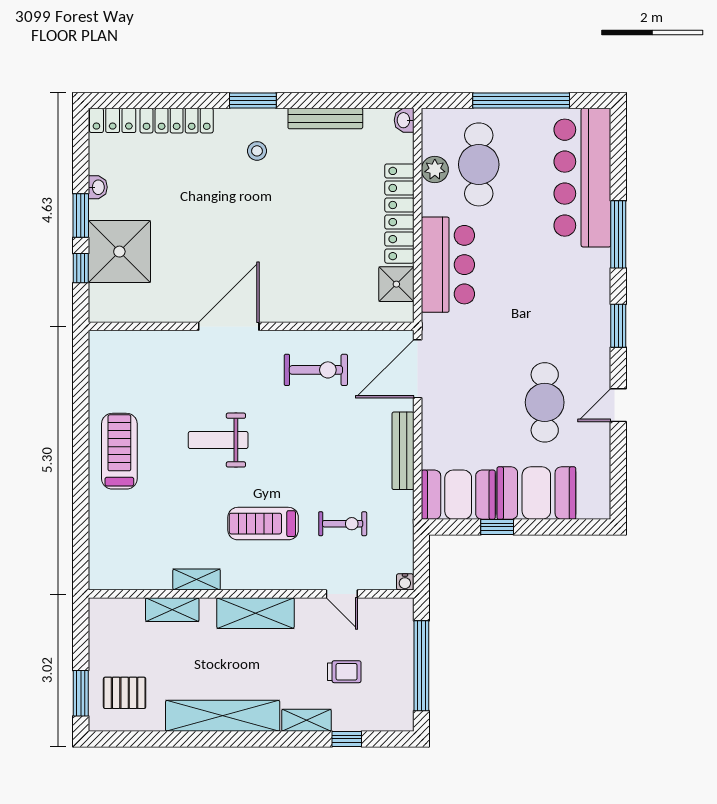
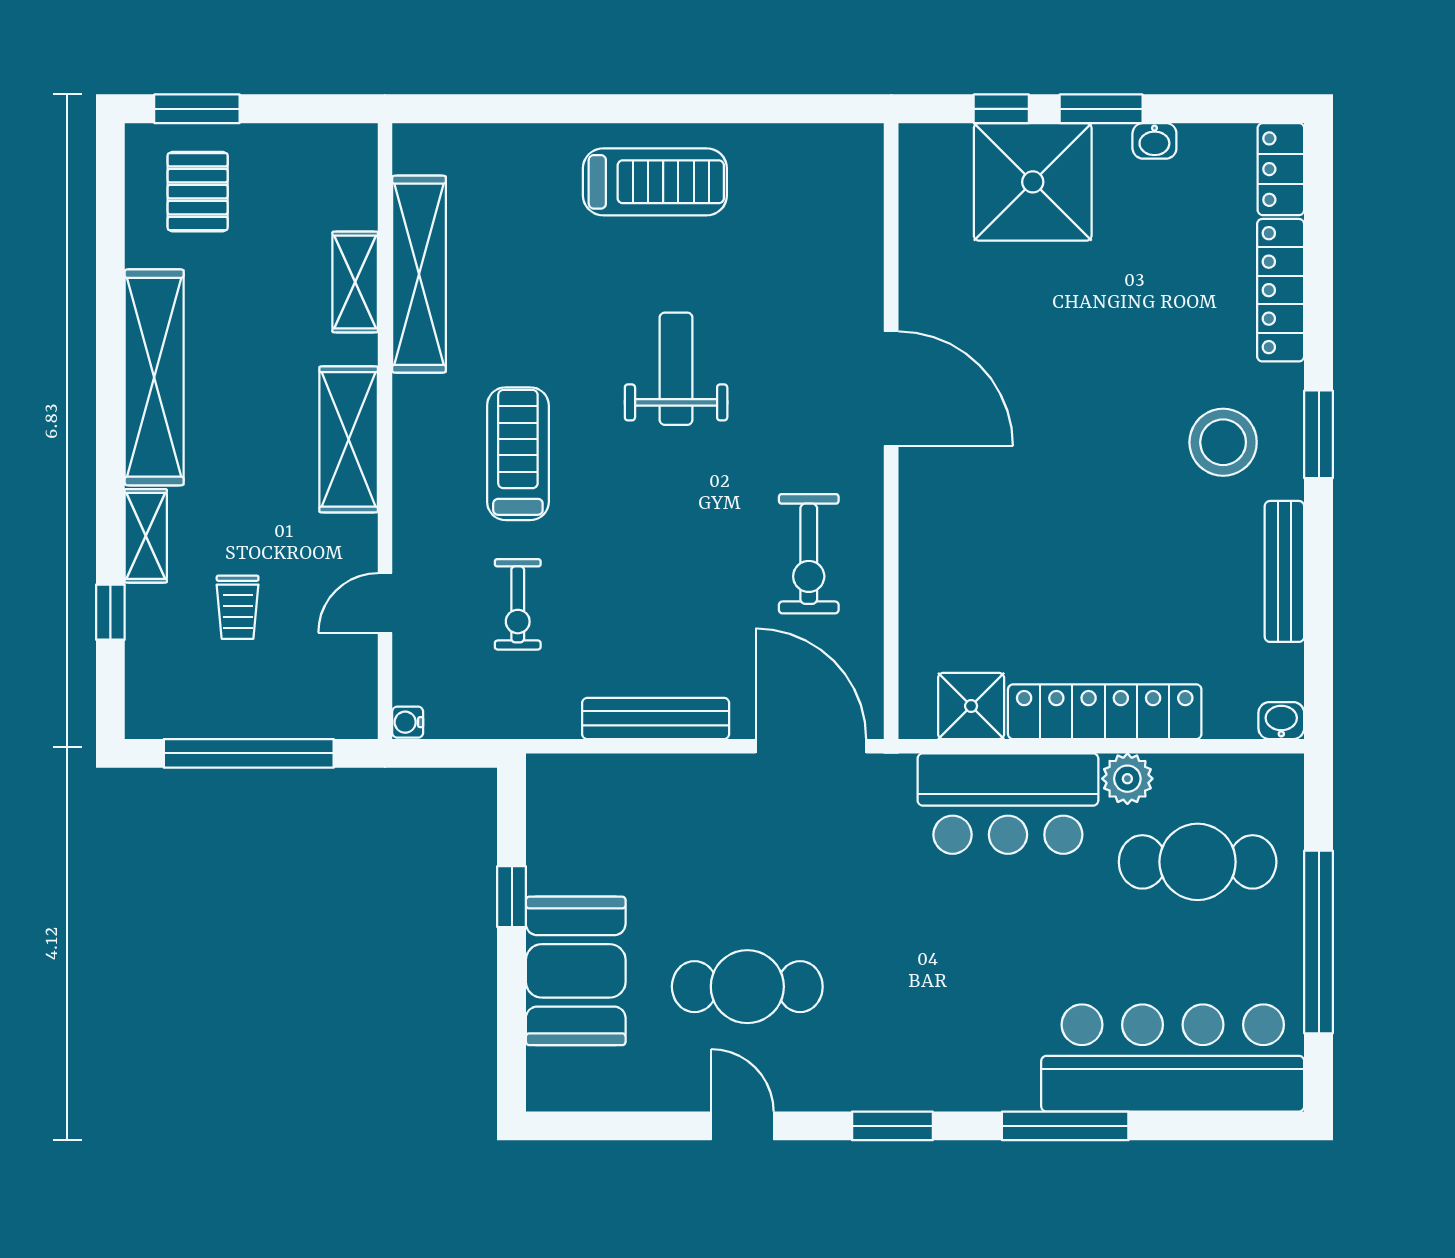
stool: (257, 151) -> (1223, 442), width x1.89, depth x1.89
plant: (435, 170) -> (1127, 779), moved
booth: (458, 495) -> (573, 823), removed
shelving: (197, 579) -> (419, 274), width x2.20, depth x1.33

